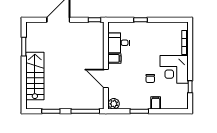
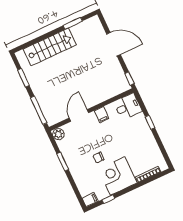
desk: (119, 43) -> (128, 107), moved, turned 90
filing cabinet: (156, 103) -> (90, 200), moved

